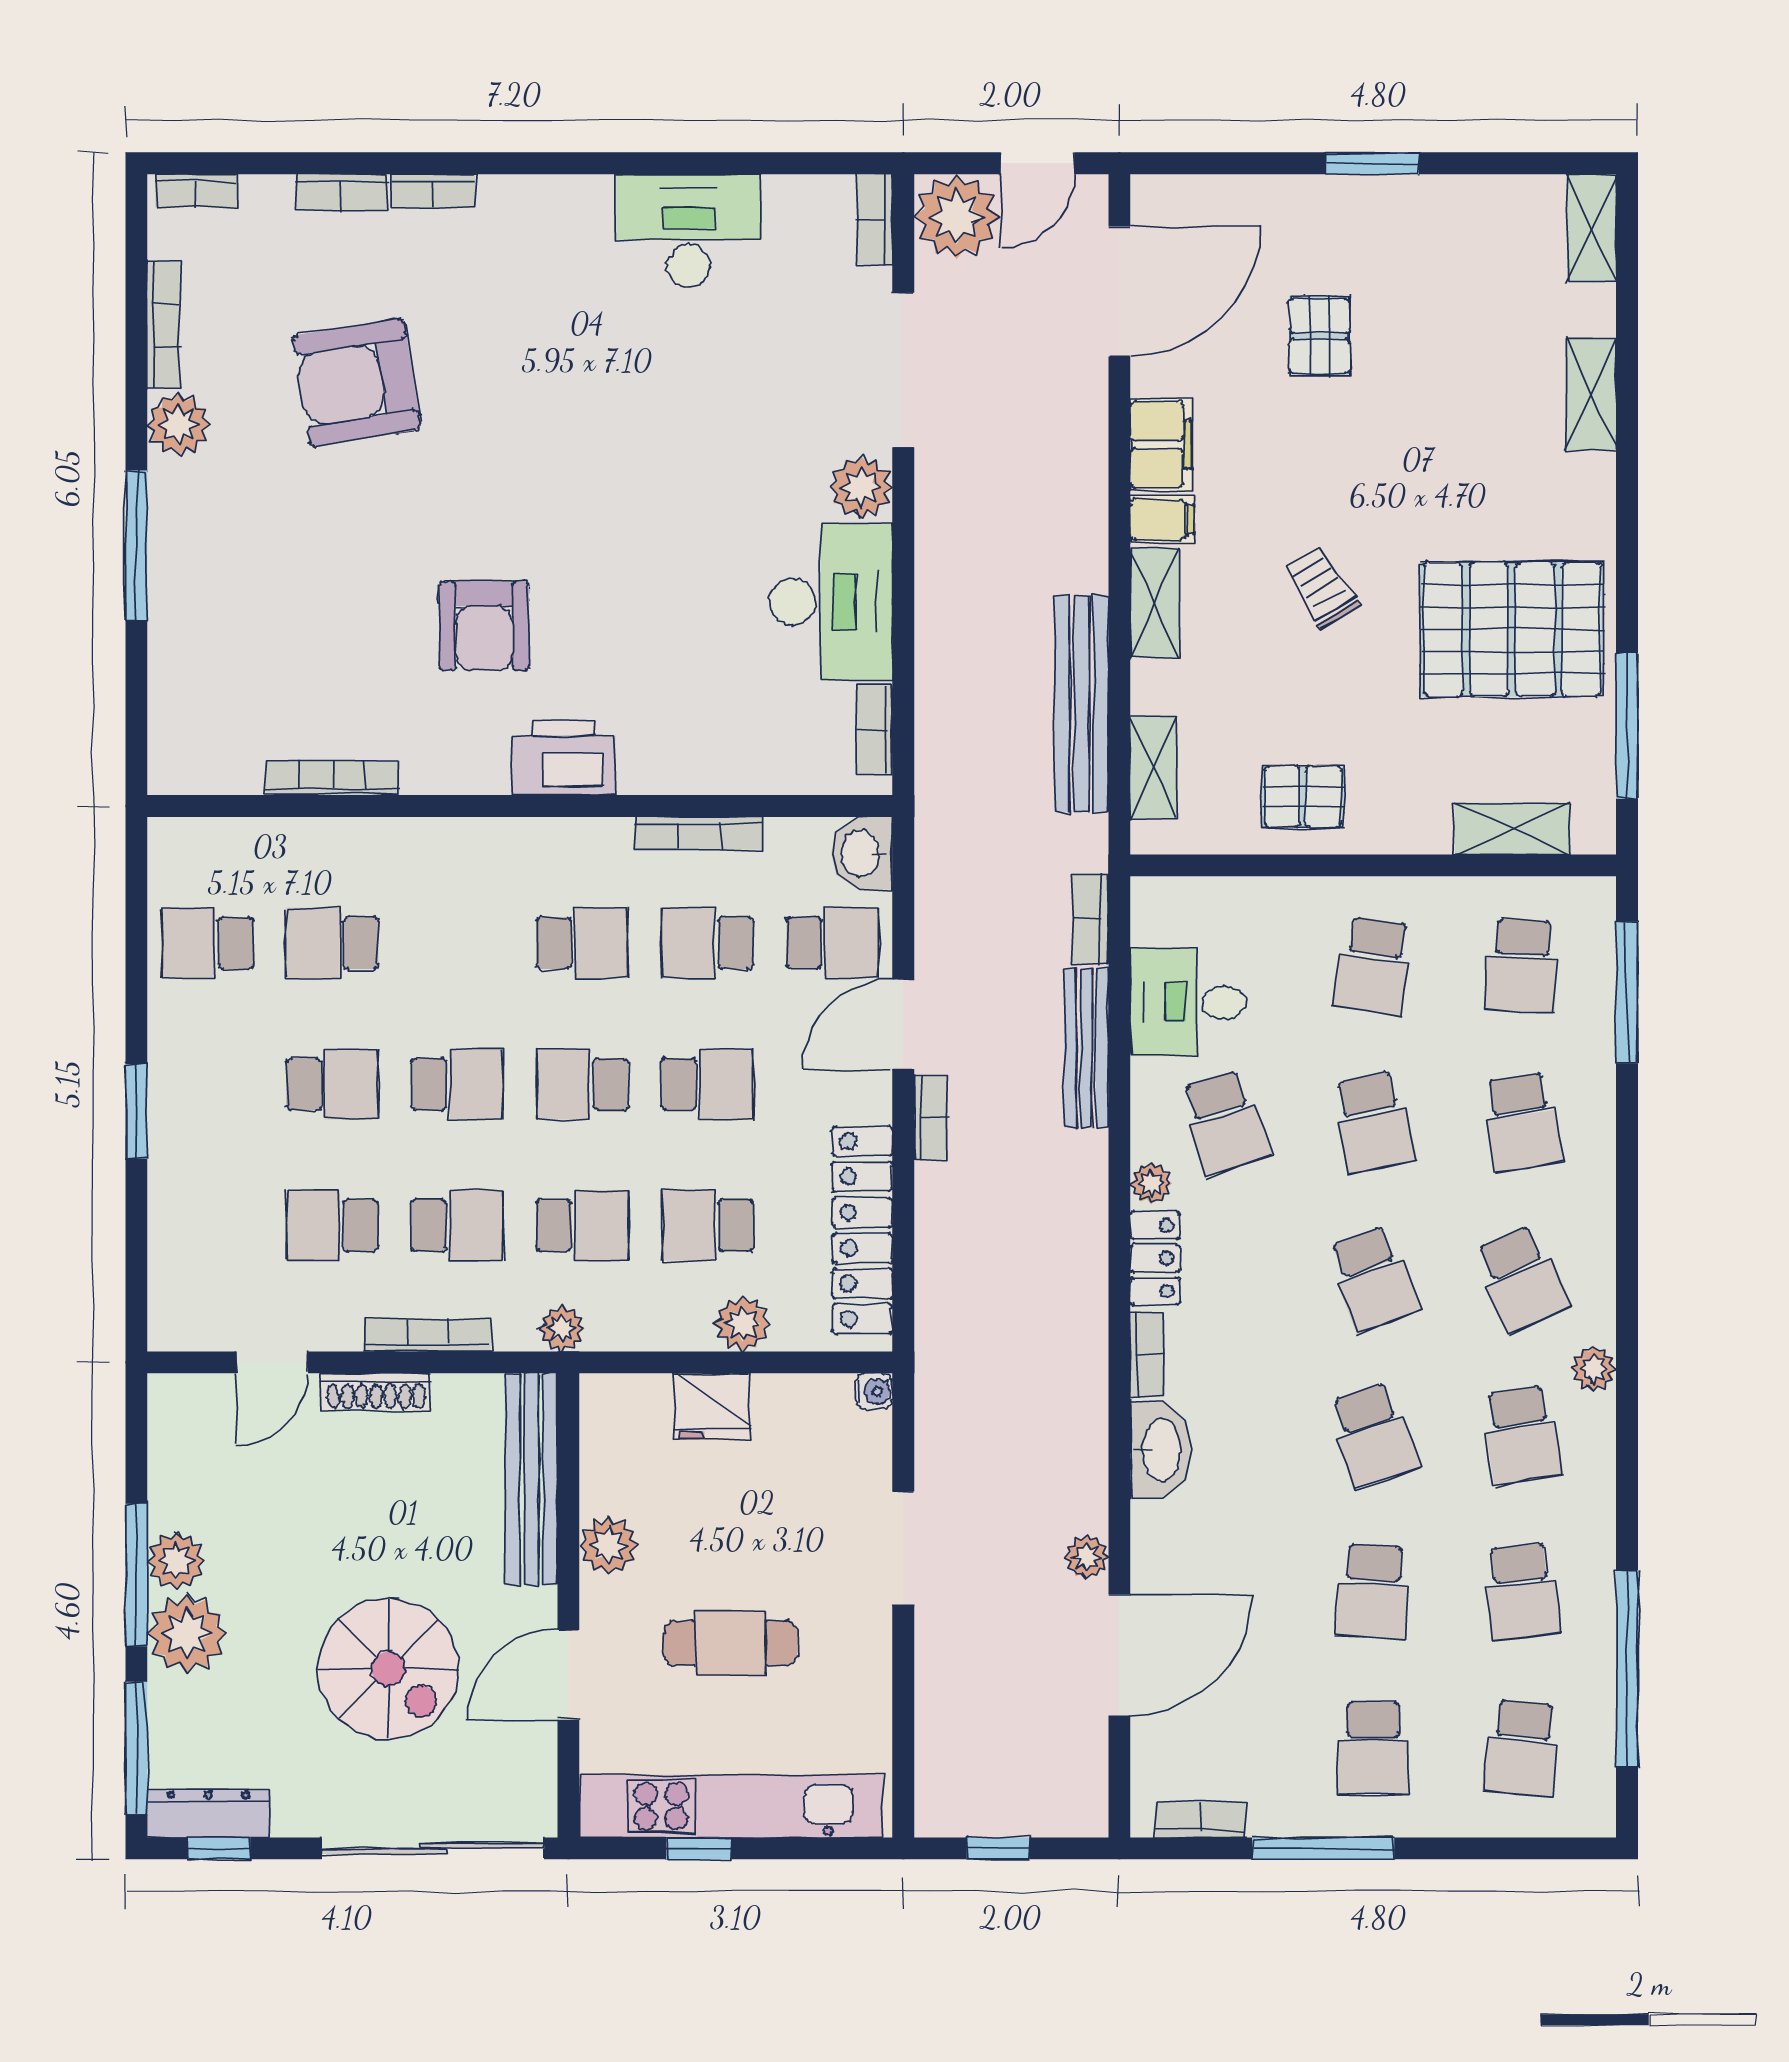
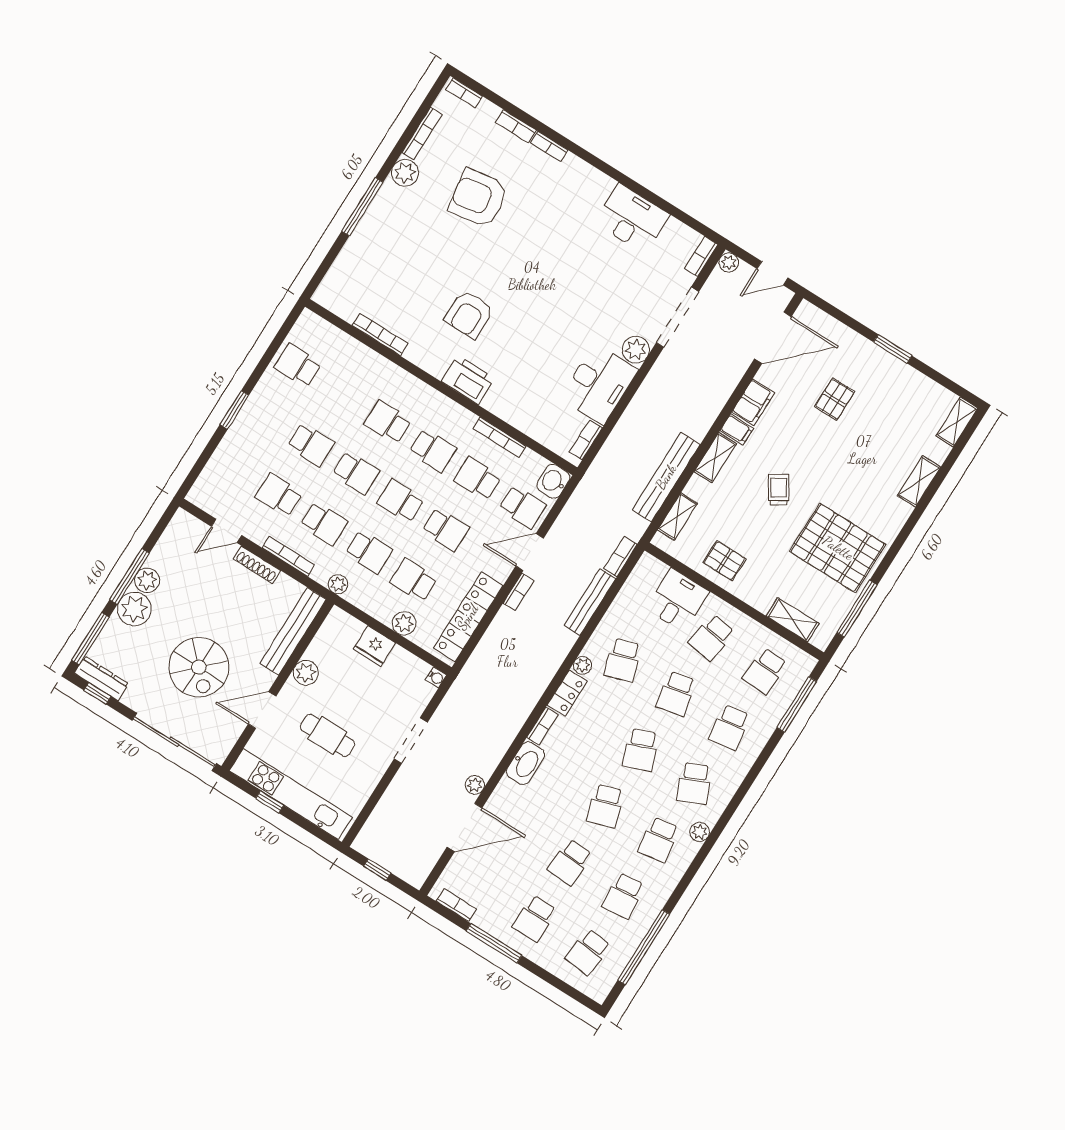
plant: (957, 217) -> (729, 263), width x0.53, depth x0.53
school desk: (332, 943) -> (388, 422), moved
desk: (1188, 1002) -> (677, 600), moved, turned 90

